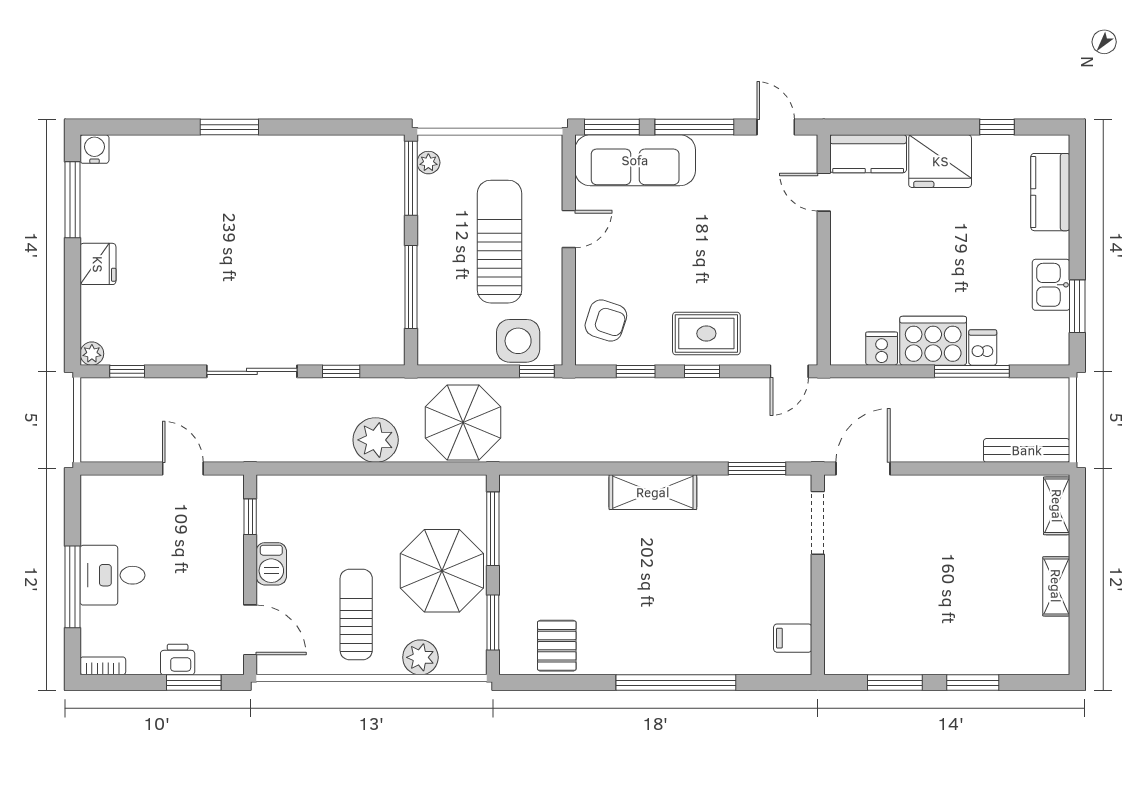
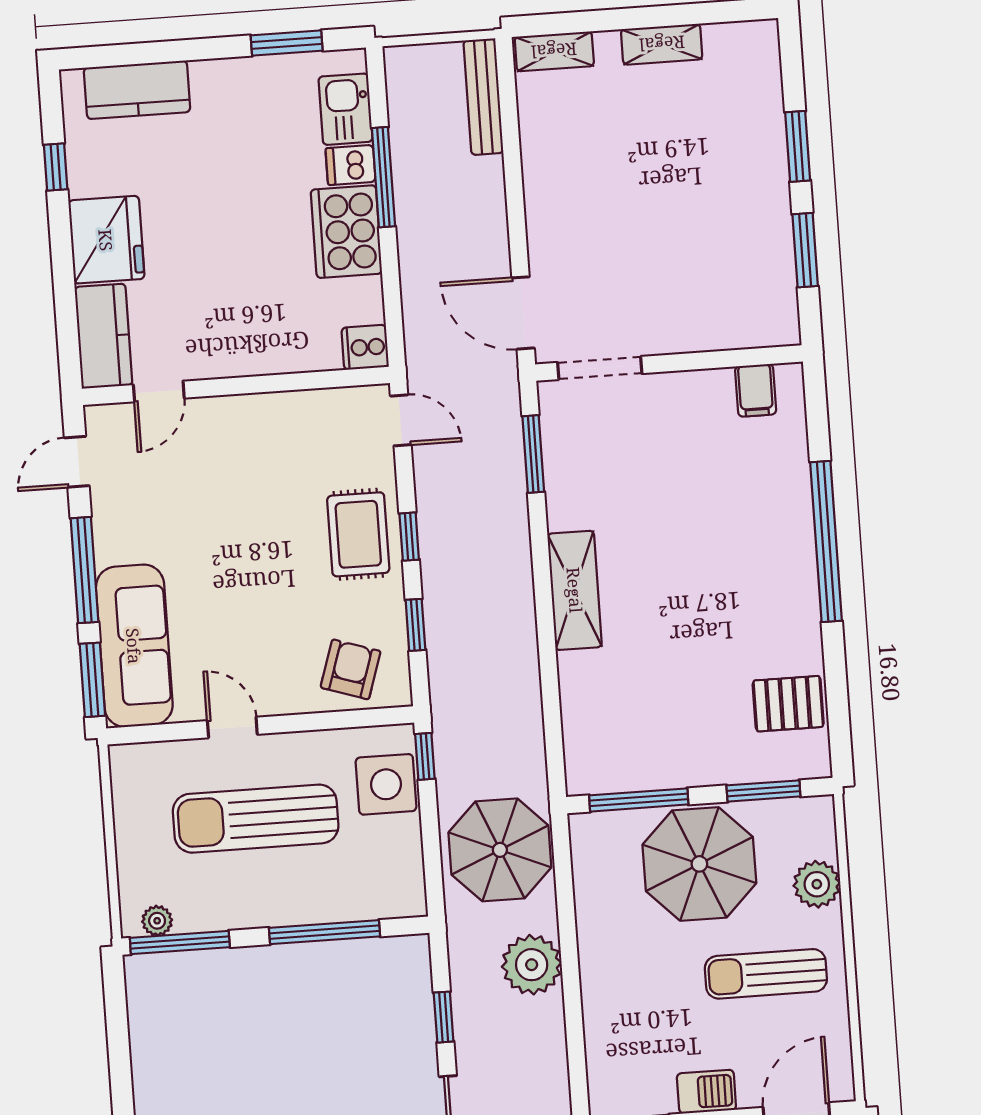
kitchen sink: (1051, 285) -> (345, 109), moved, turned 90
cooker: (882, 349) -> (365, 347), moved

